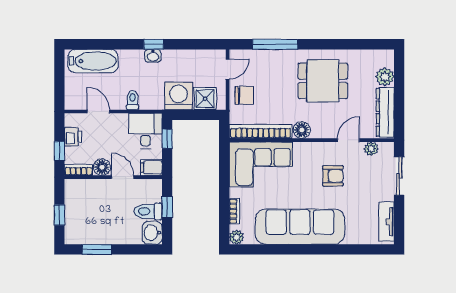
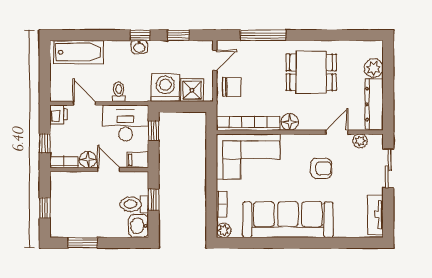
window: (192, 44) -> (178, 35), added
desk: (145, 131) -> (126, 123), width x1.37
printer: (73, 137) -> (59, 114), moved

